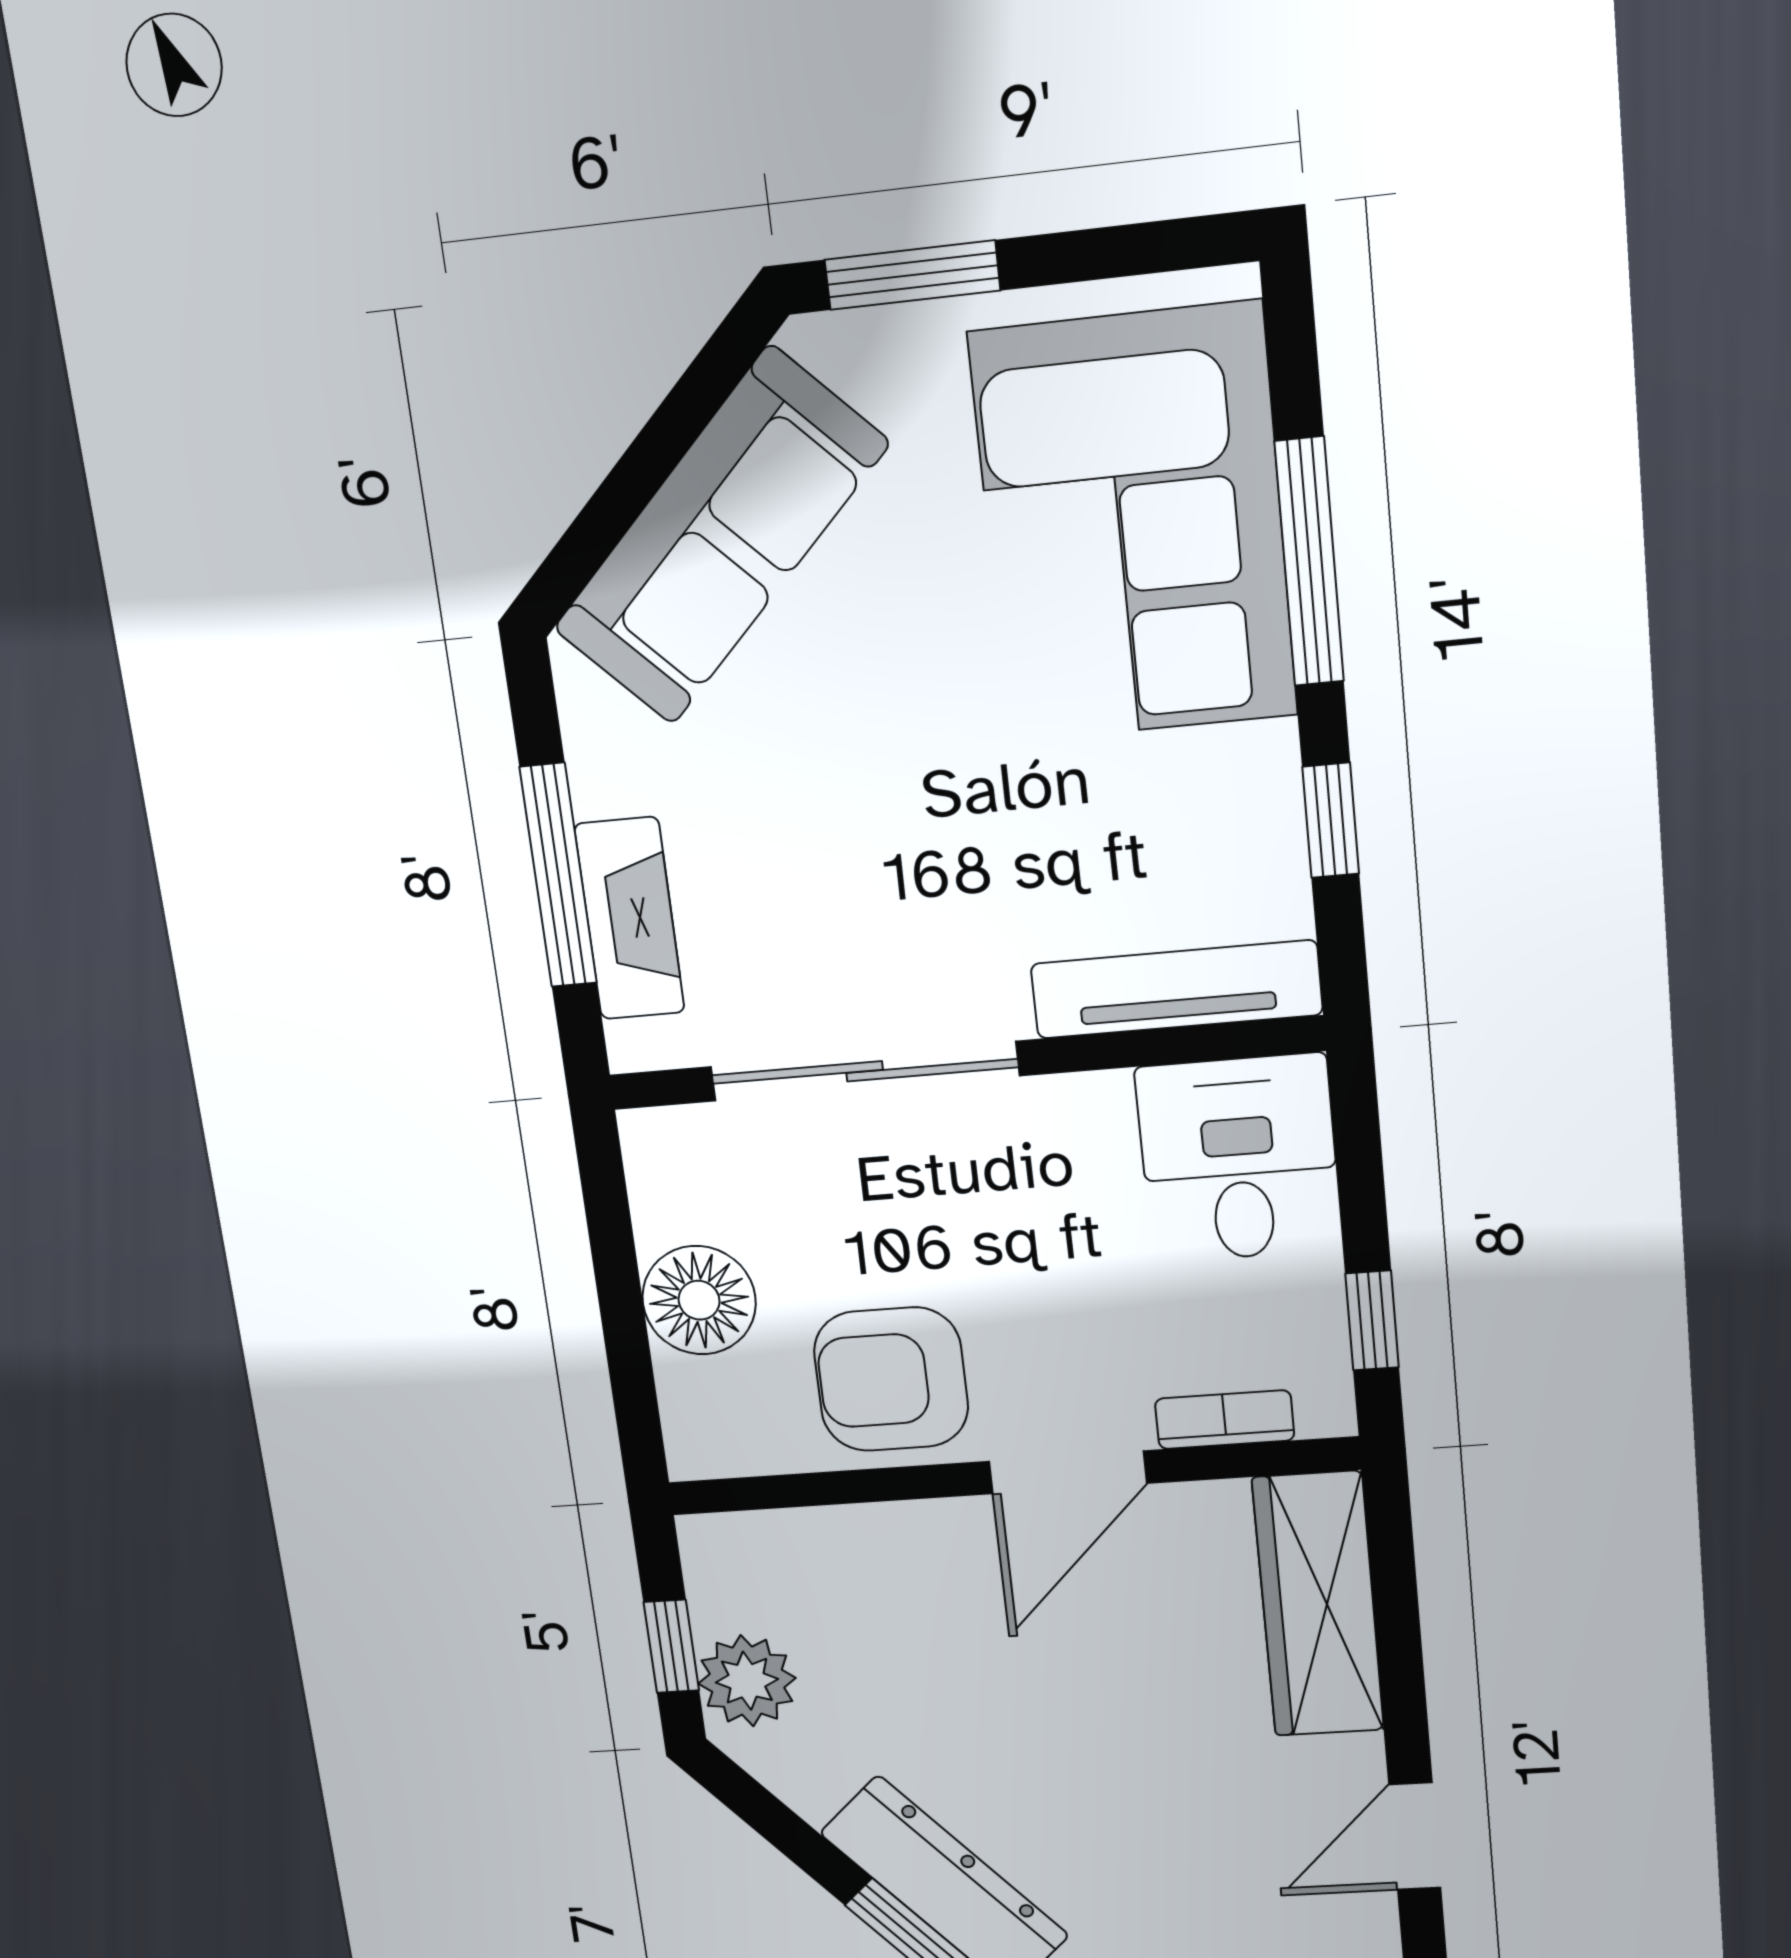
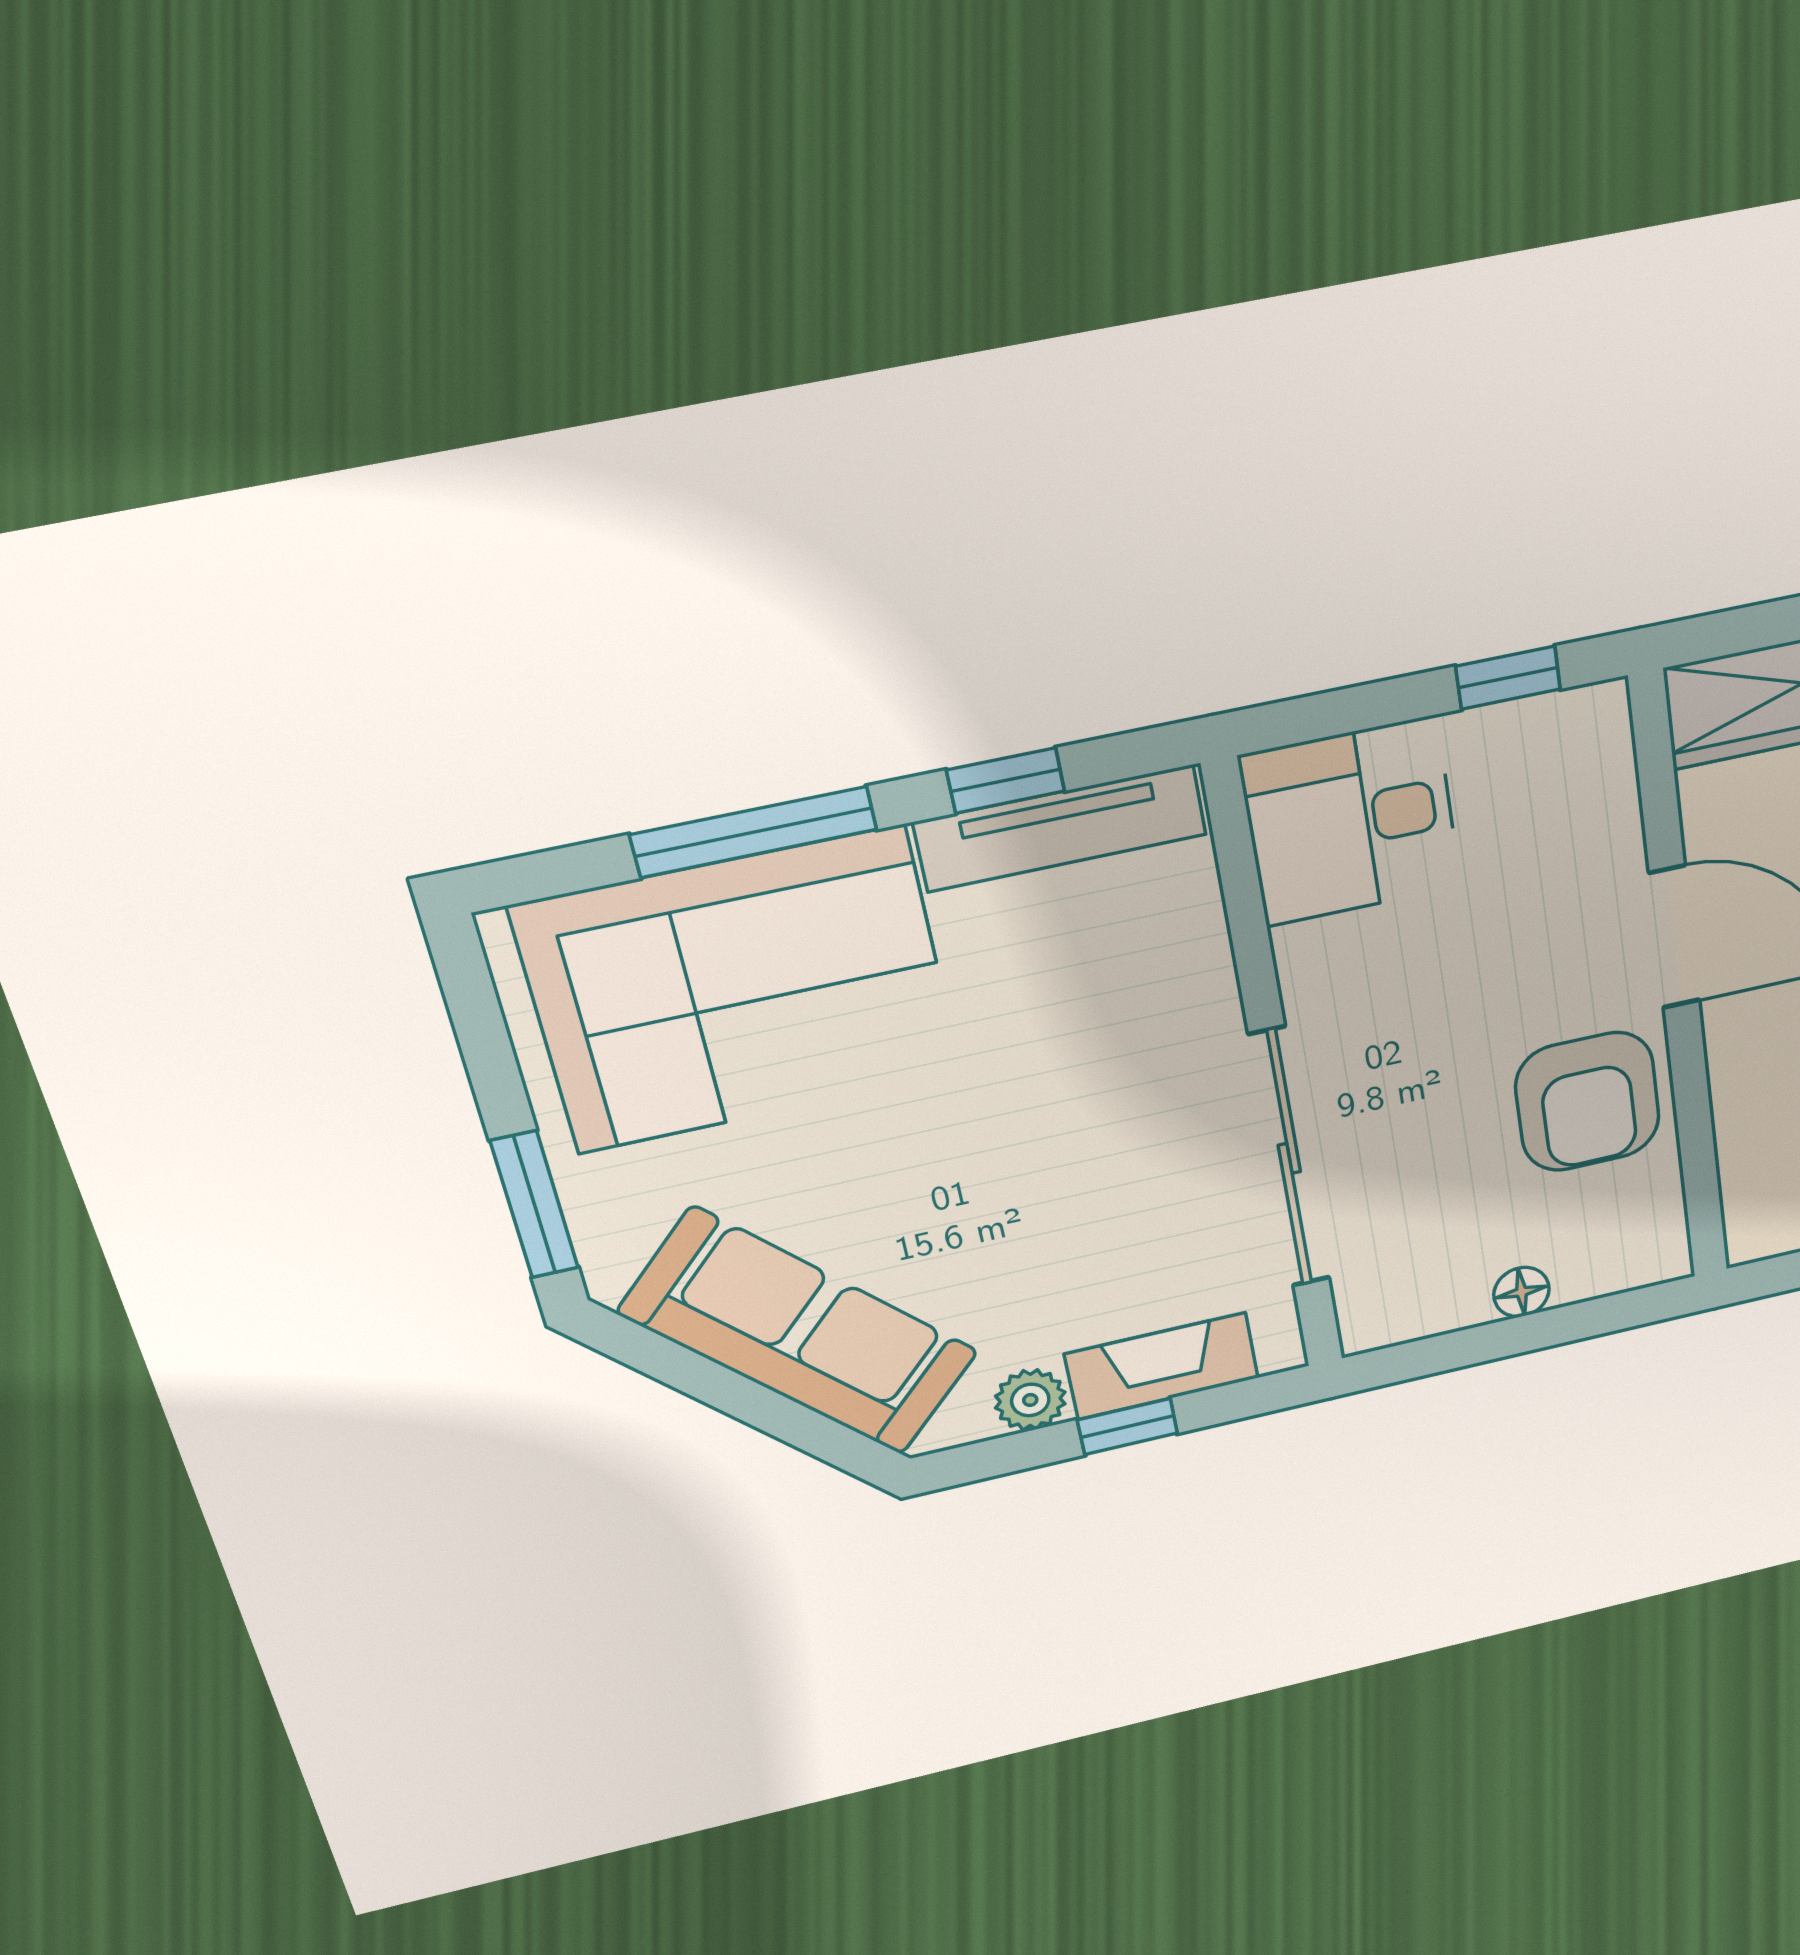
plant: (605, 775) -> (1030, 1400), added
window: (558, 876) -> (1127, 1427), width x0.46
tv unit: (1176, 989) -> (1061, 828), moved, turned -90
floor lamp: (699, 1300) -> (1521, 1292), width x0.53, depth x0.53
bookcase: (1225, 1420) -> (1616, 802), removed

